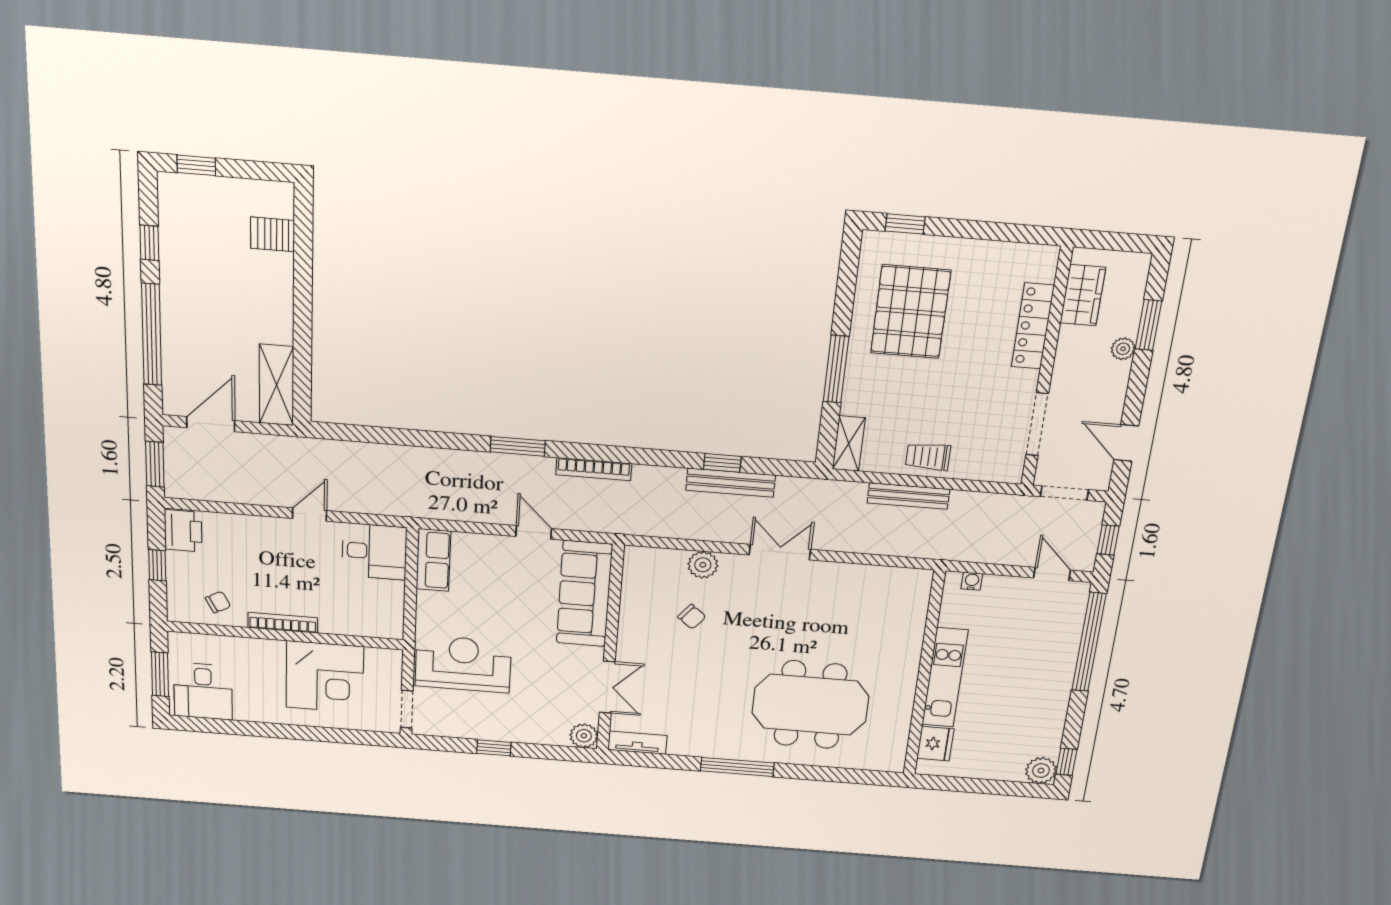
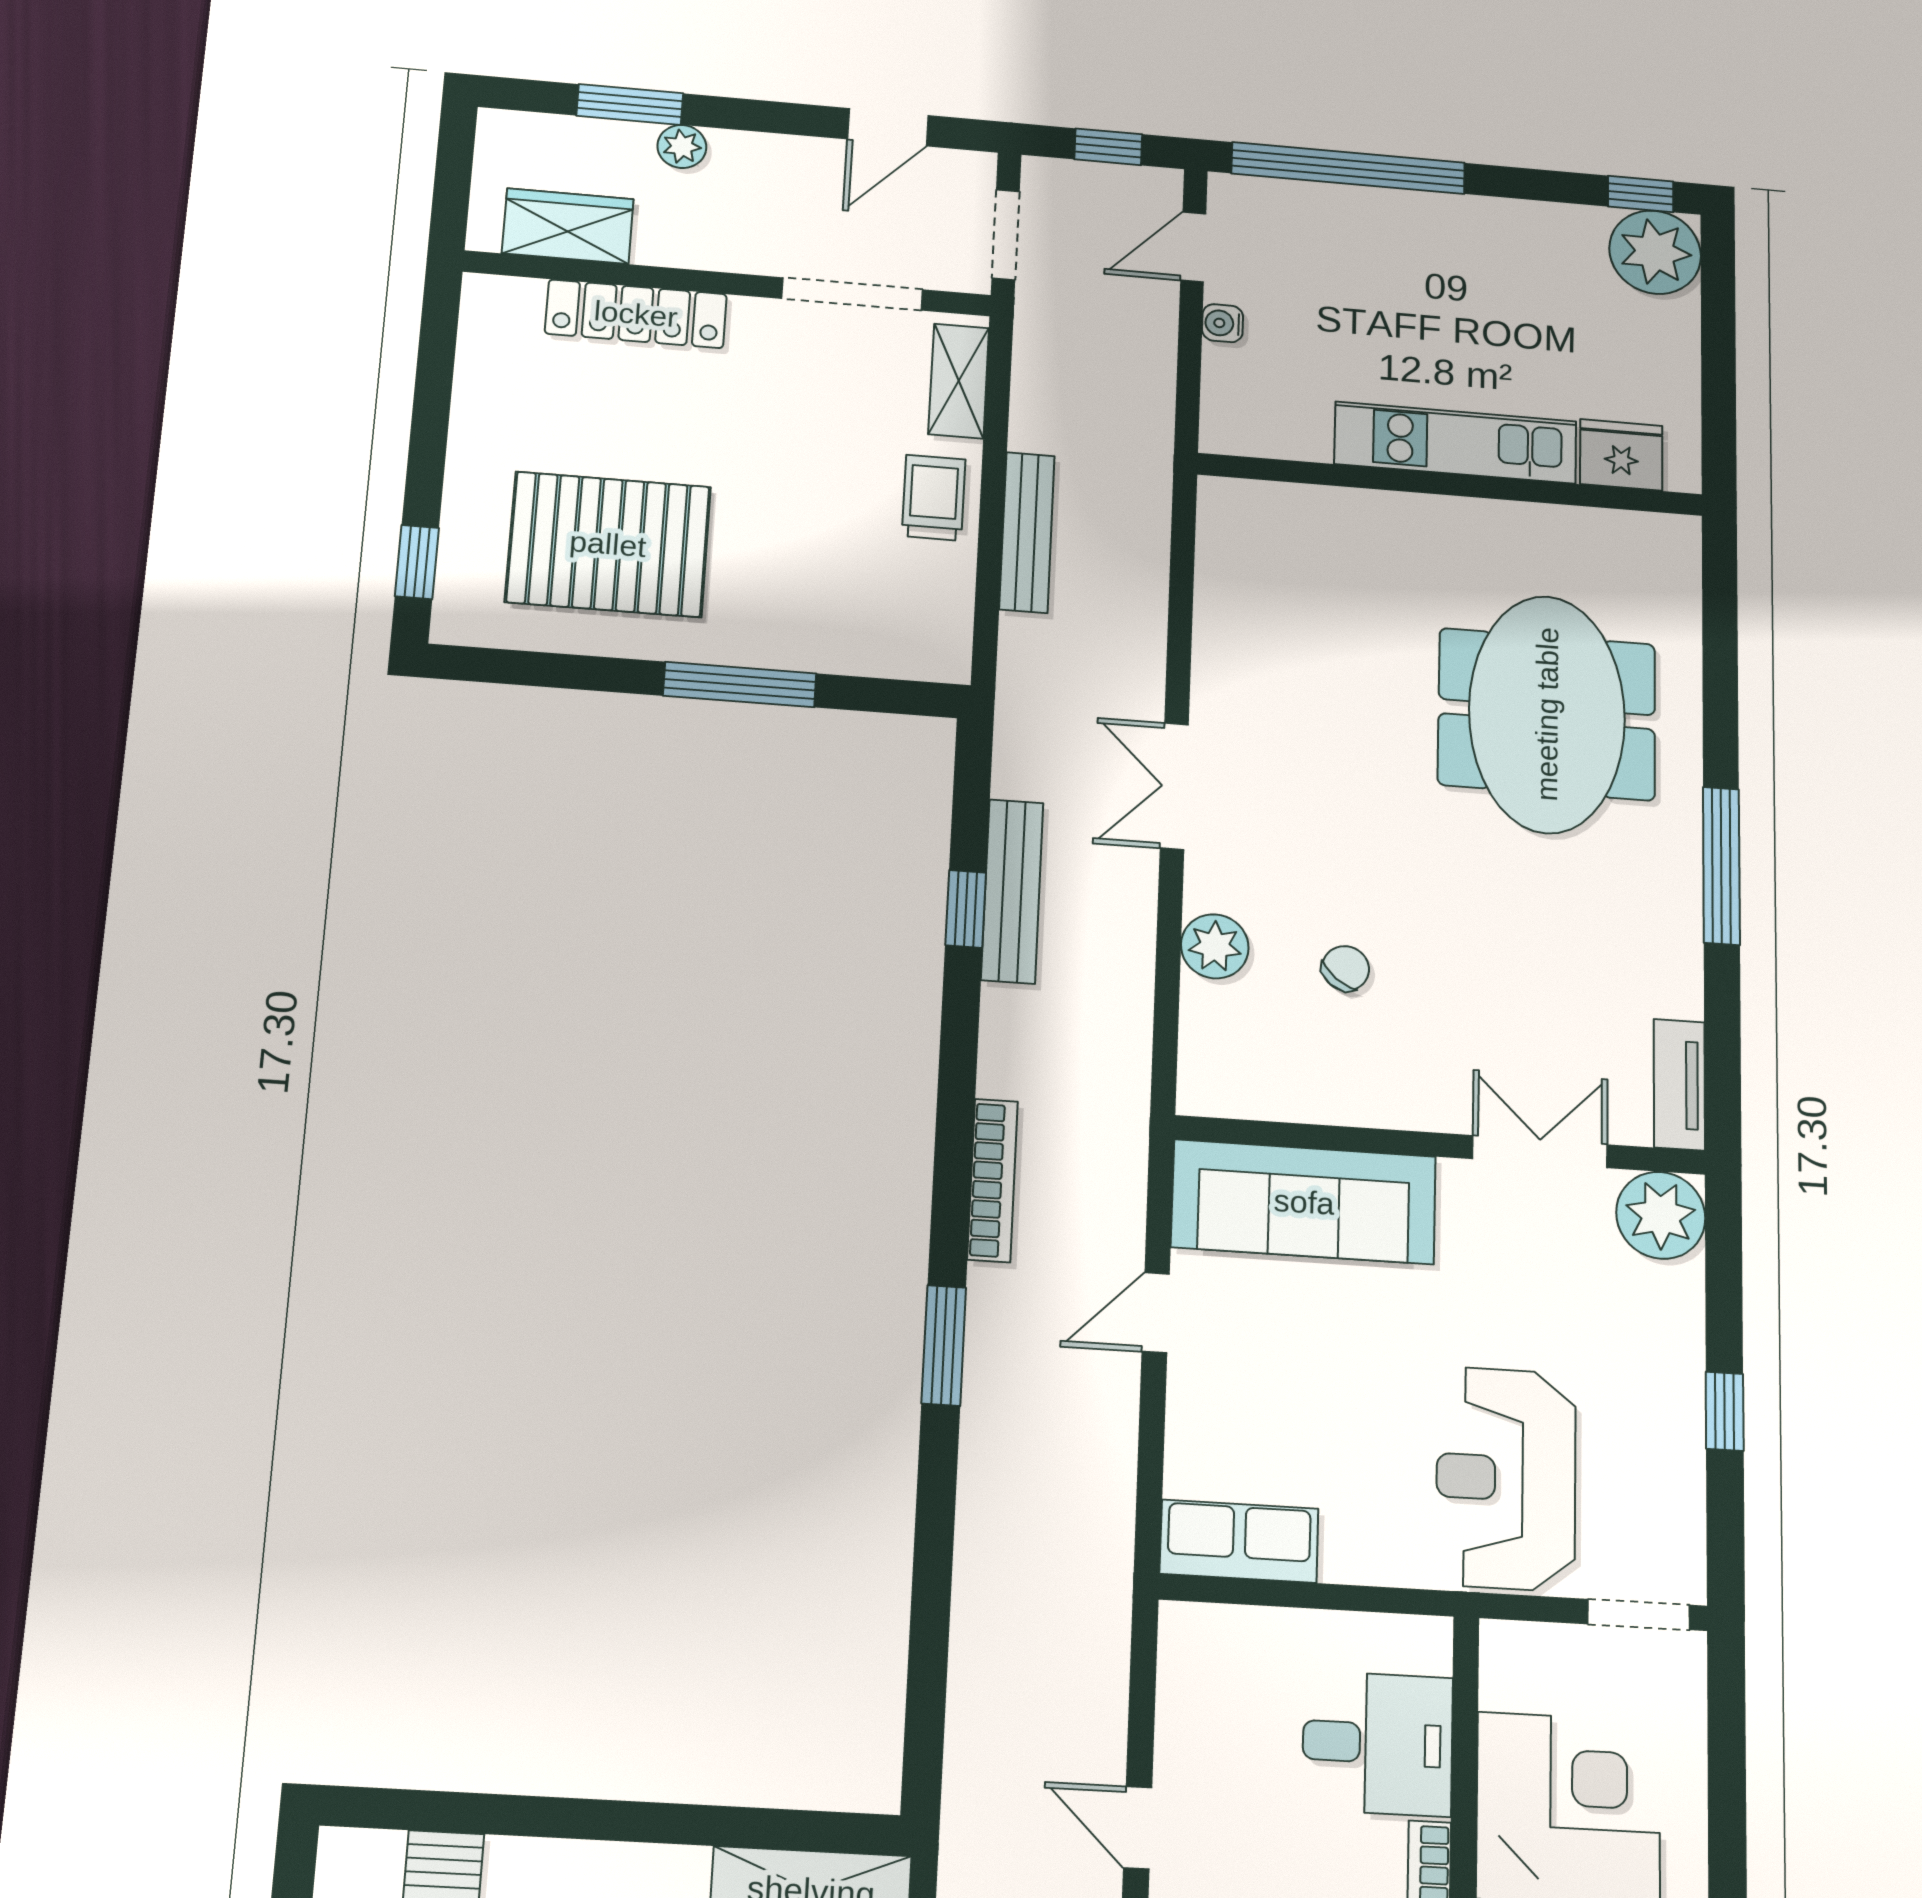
shelving: (849, 443) -> (959, 381), moved, turned 90
trolley: (928, 457) -> (934, 498), turned 180
desk: (374, 551) -> (1378, 1743), moved, turned 90
water cooler: (972, 581) -> (1223, 323), moved
plant: (584, 736) -> (1661, 1215), width x1.36, depth x1.36
plant: (1041, 771) -> (1655, 252), width x1.36, depth x1.36

